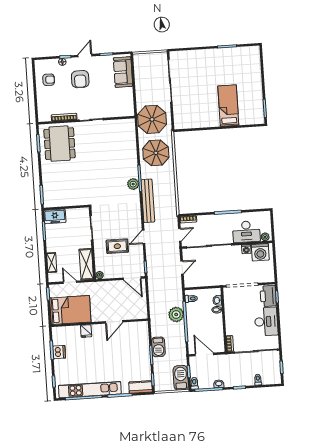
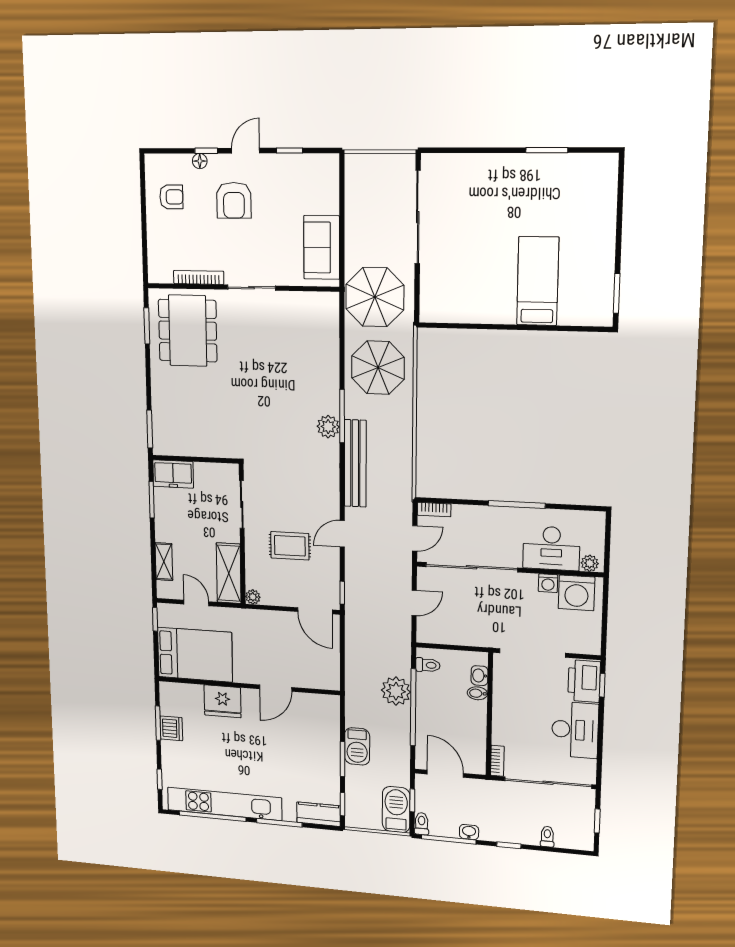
sofa: (123, 72) -> (322, 247), moved
fridge: (86, 331) -> (223, 701), width x1.88, depth x1.34

